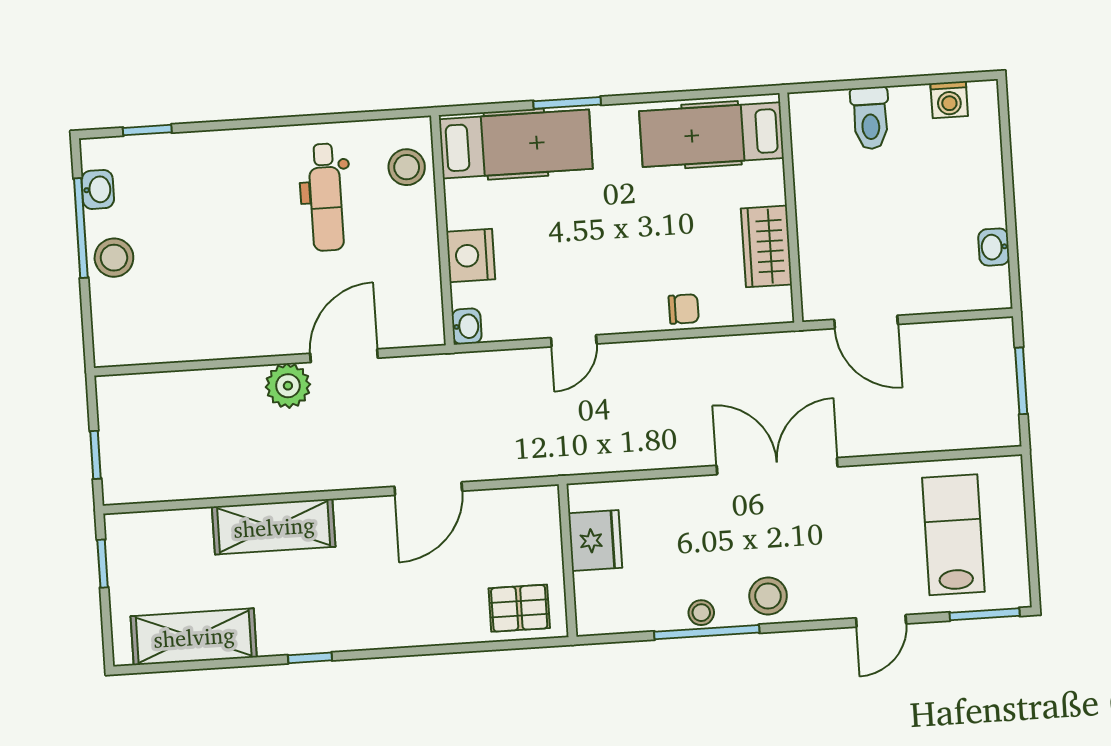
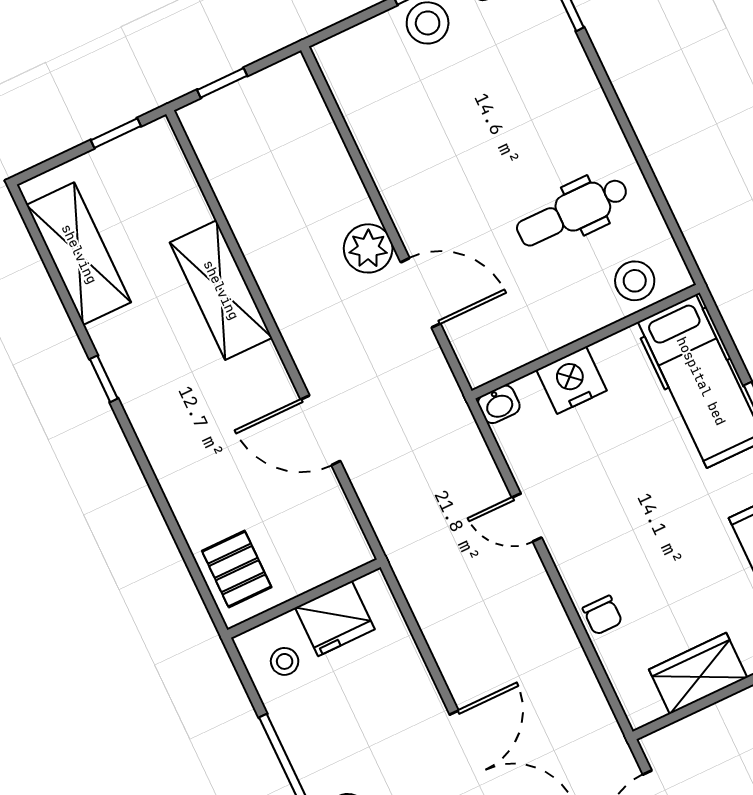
stool: (701, 613) -> (285, 661), moved

